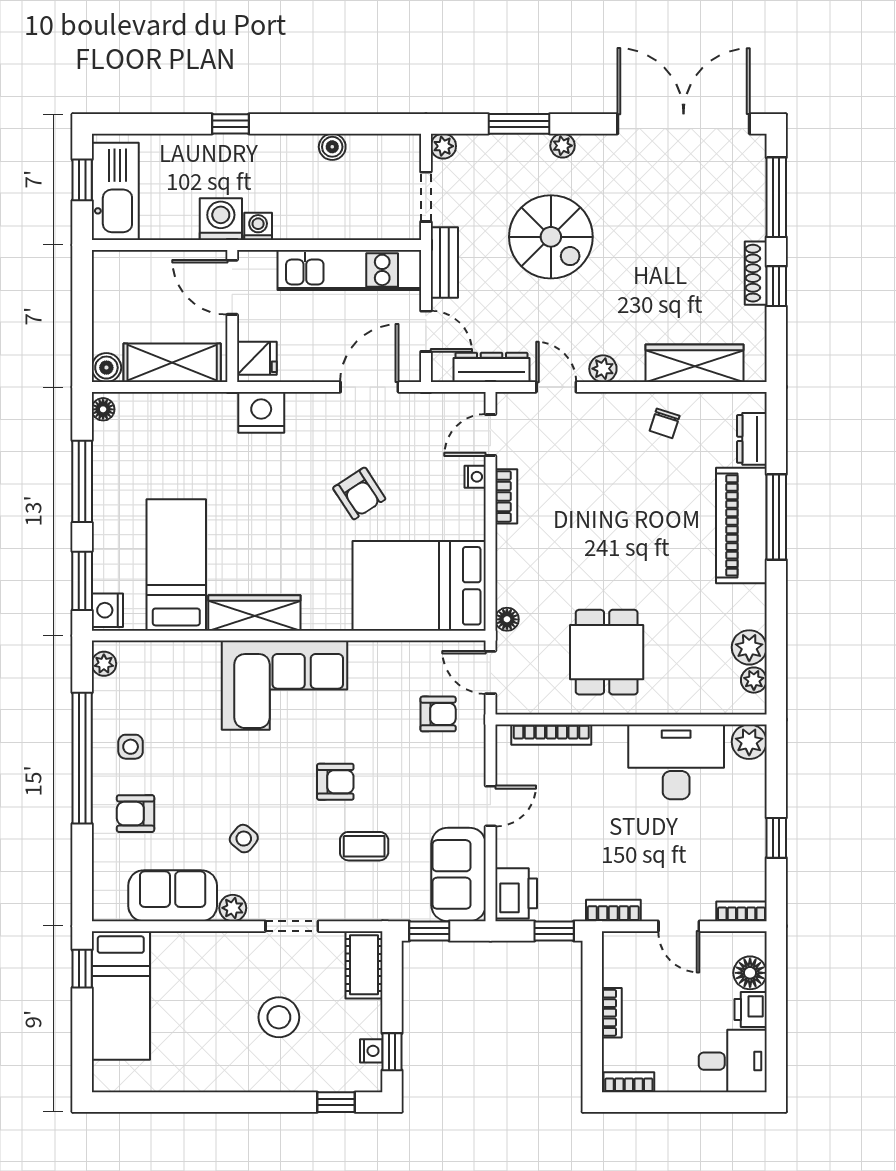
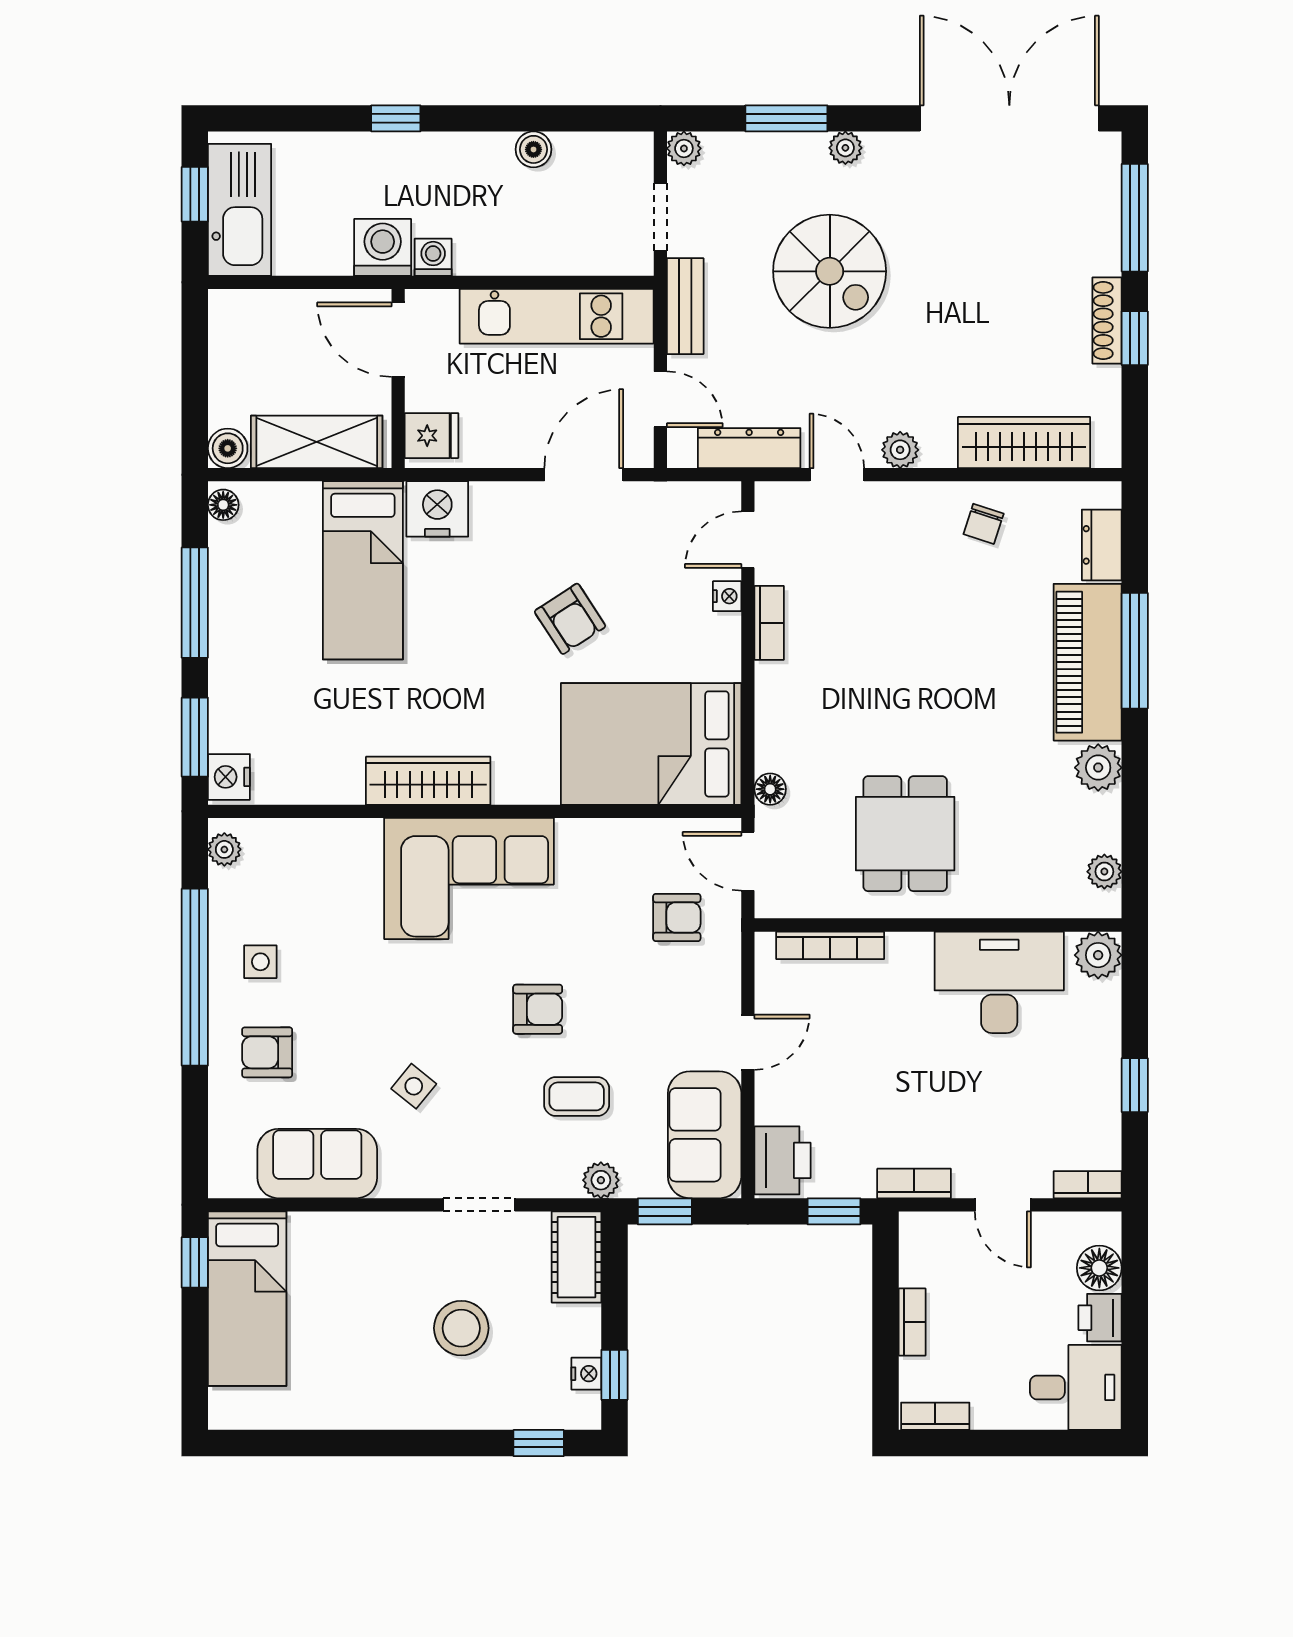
bed: (176, 565) -> (363, 570), moved, turned 180
plant: (749, 647) -> (1098, 768), moved
plant: (233, 908) -> (601, 1180), moved

